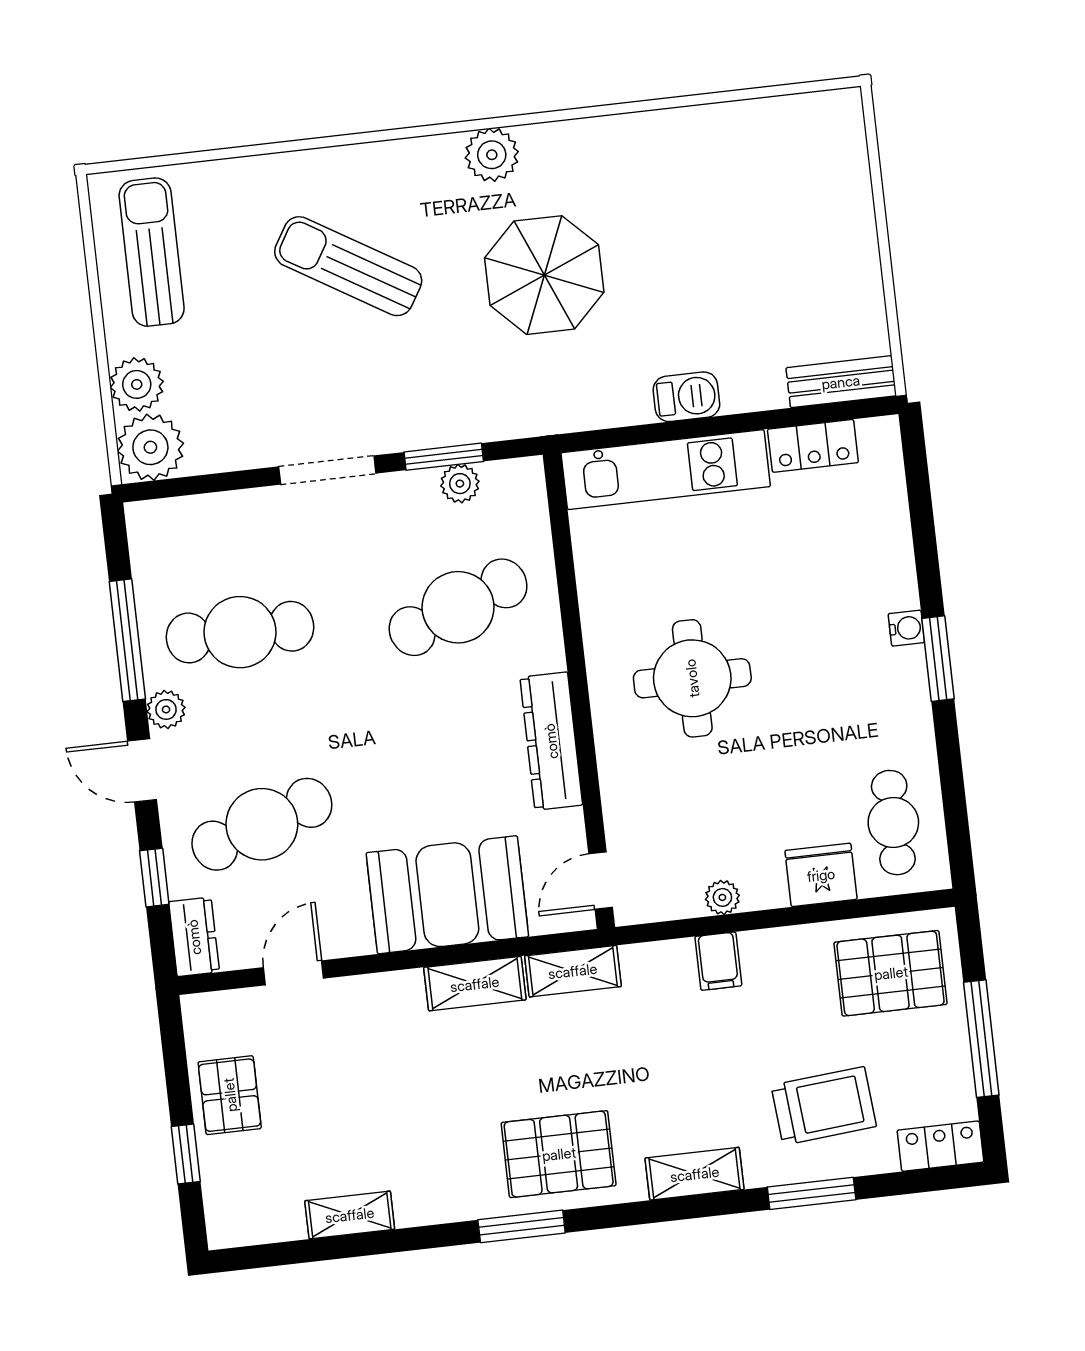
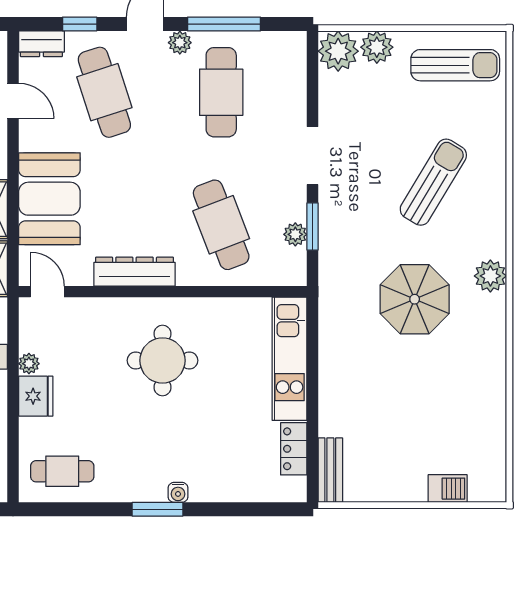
barbecue: (686, 397) -> (448, 489), moved, turned -90
fridge: (821, 875) -> (36, 396), moved

